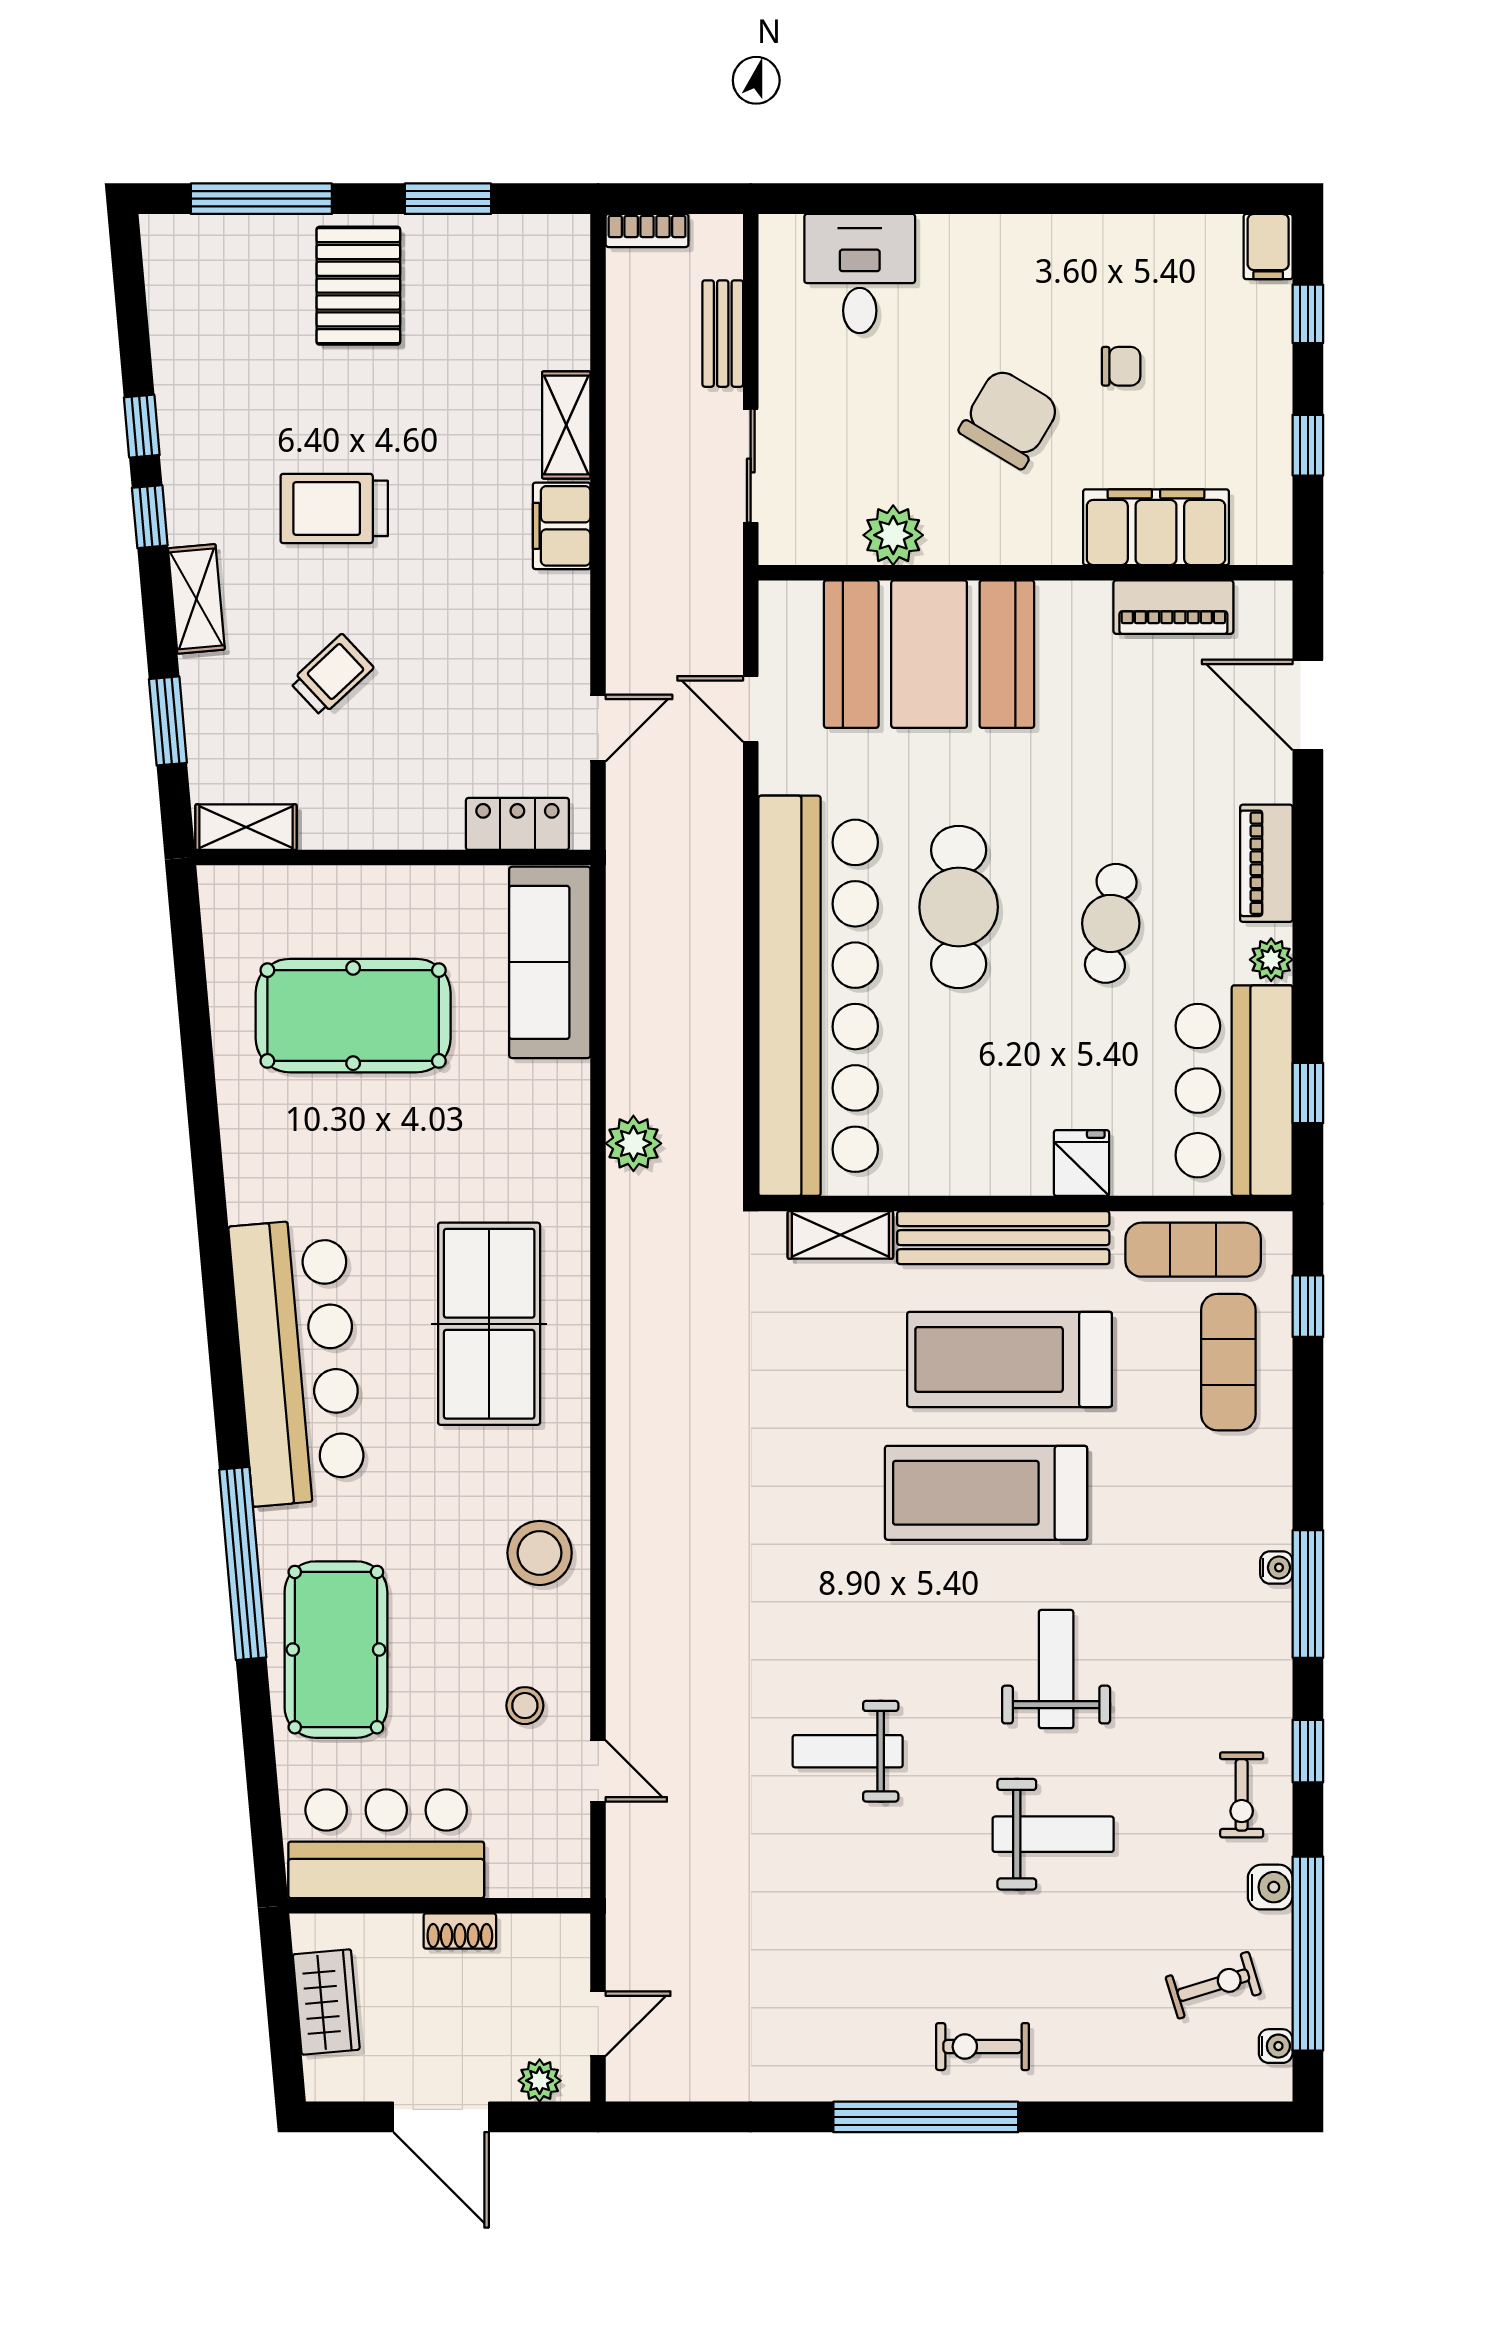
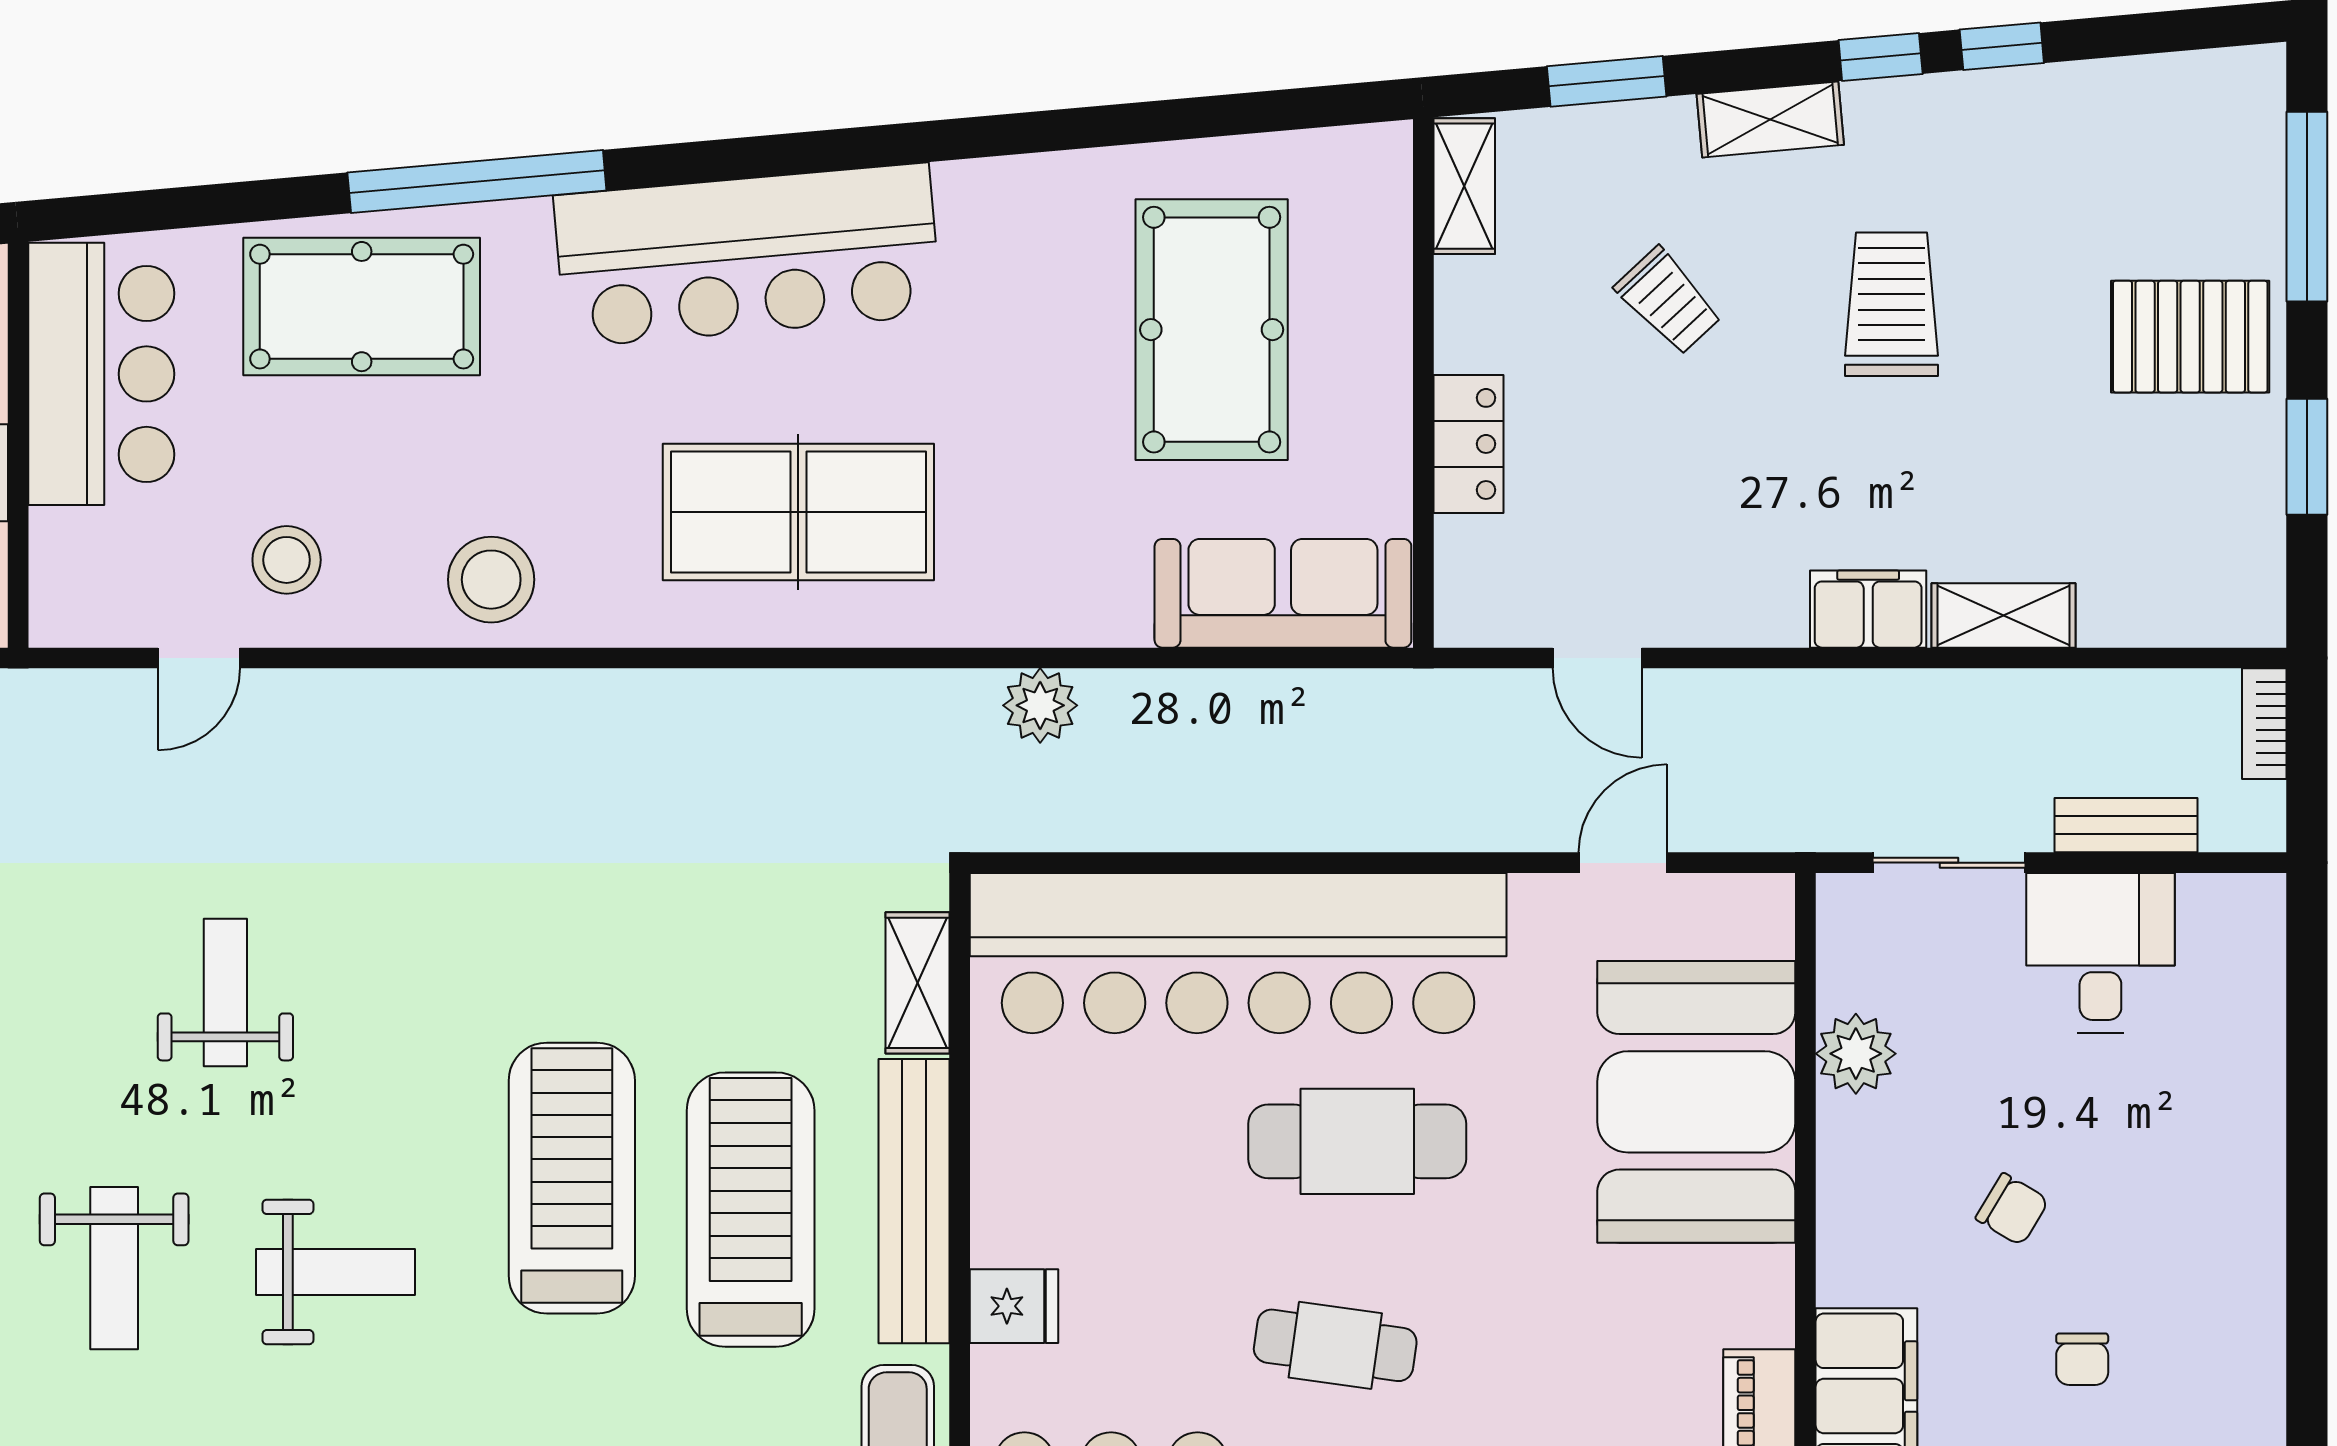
desk: (860, 274) -> (2100, 953), moved, turned -90
chair: (1009, 418) -> (2012, 1209), width x0.54, depth x0.54
locker: (517, 824) -> (1469, 444), moved
stool: (525, 1706) -> (287, 560), width x1.37, depth x1.37

